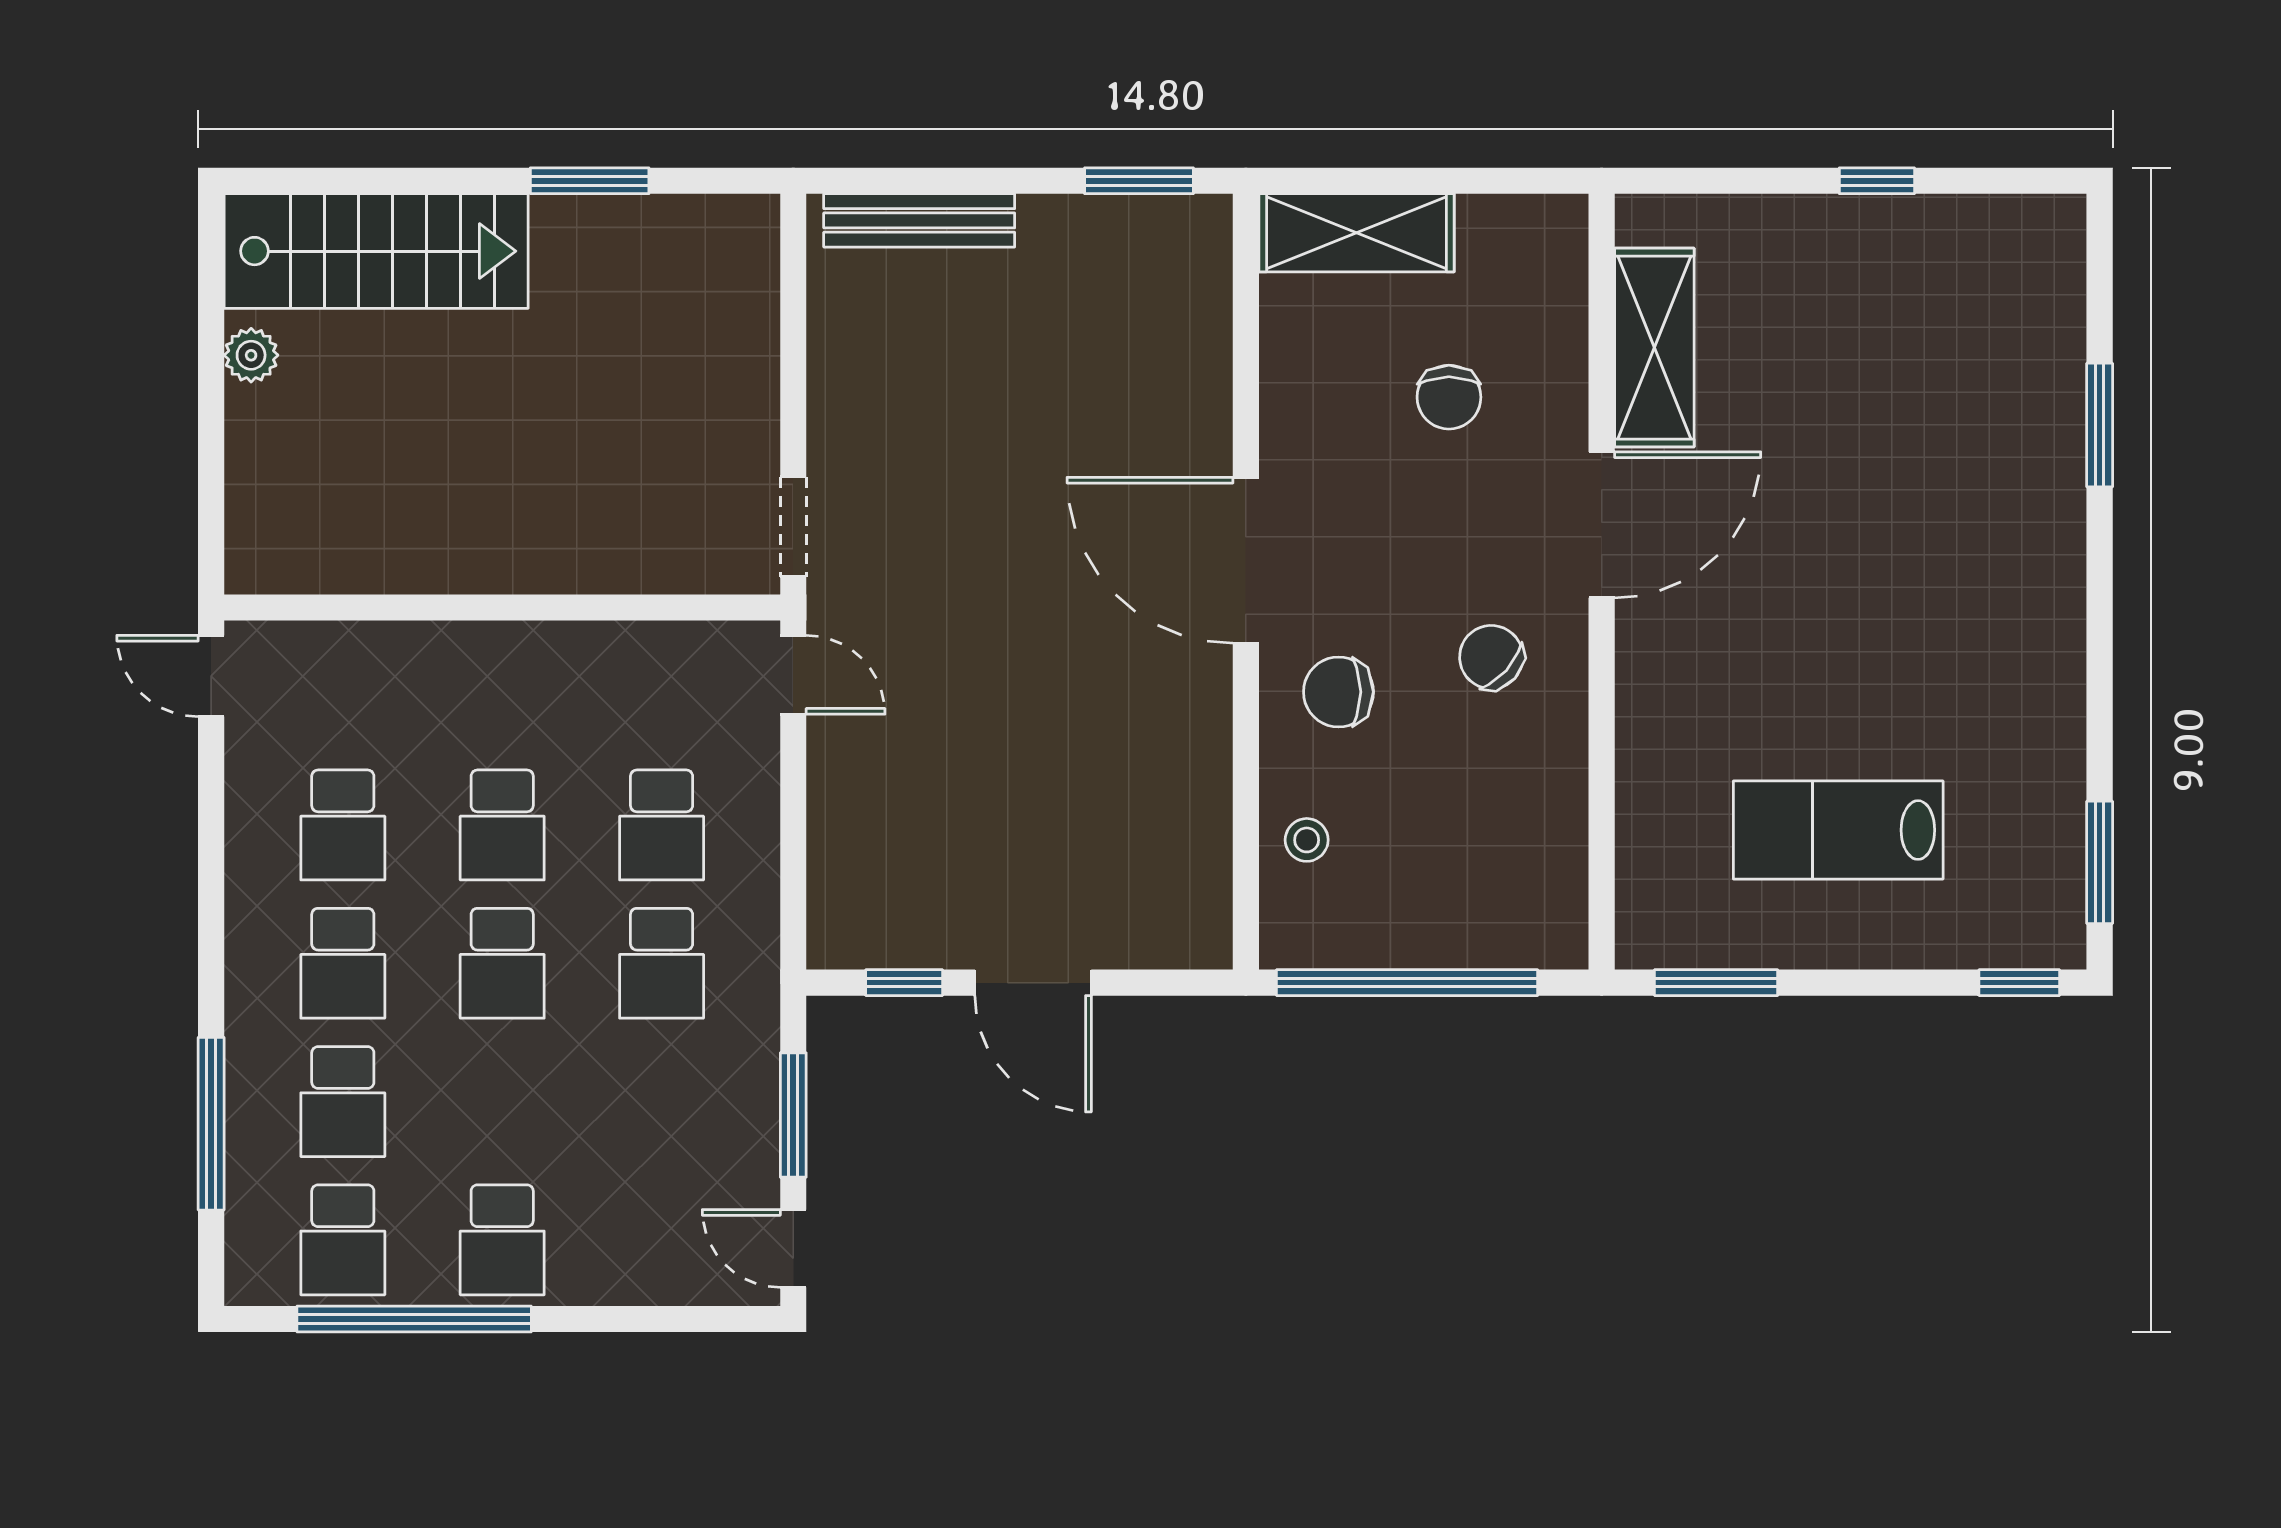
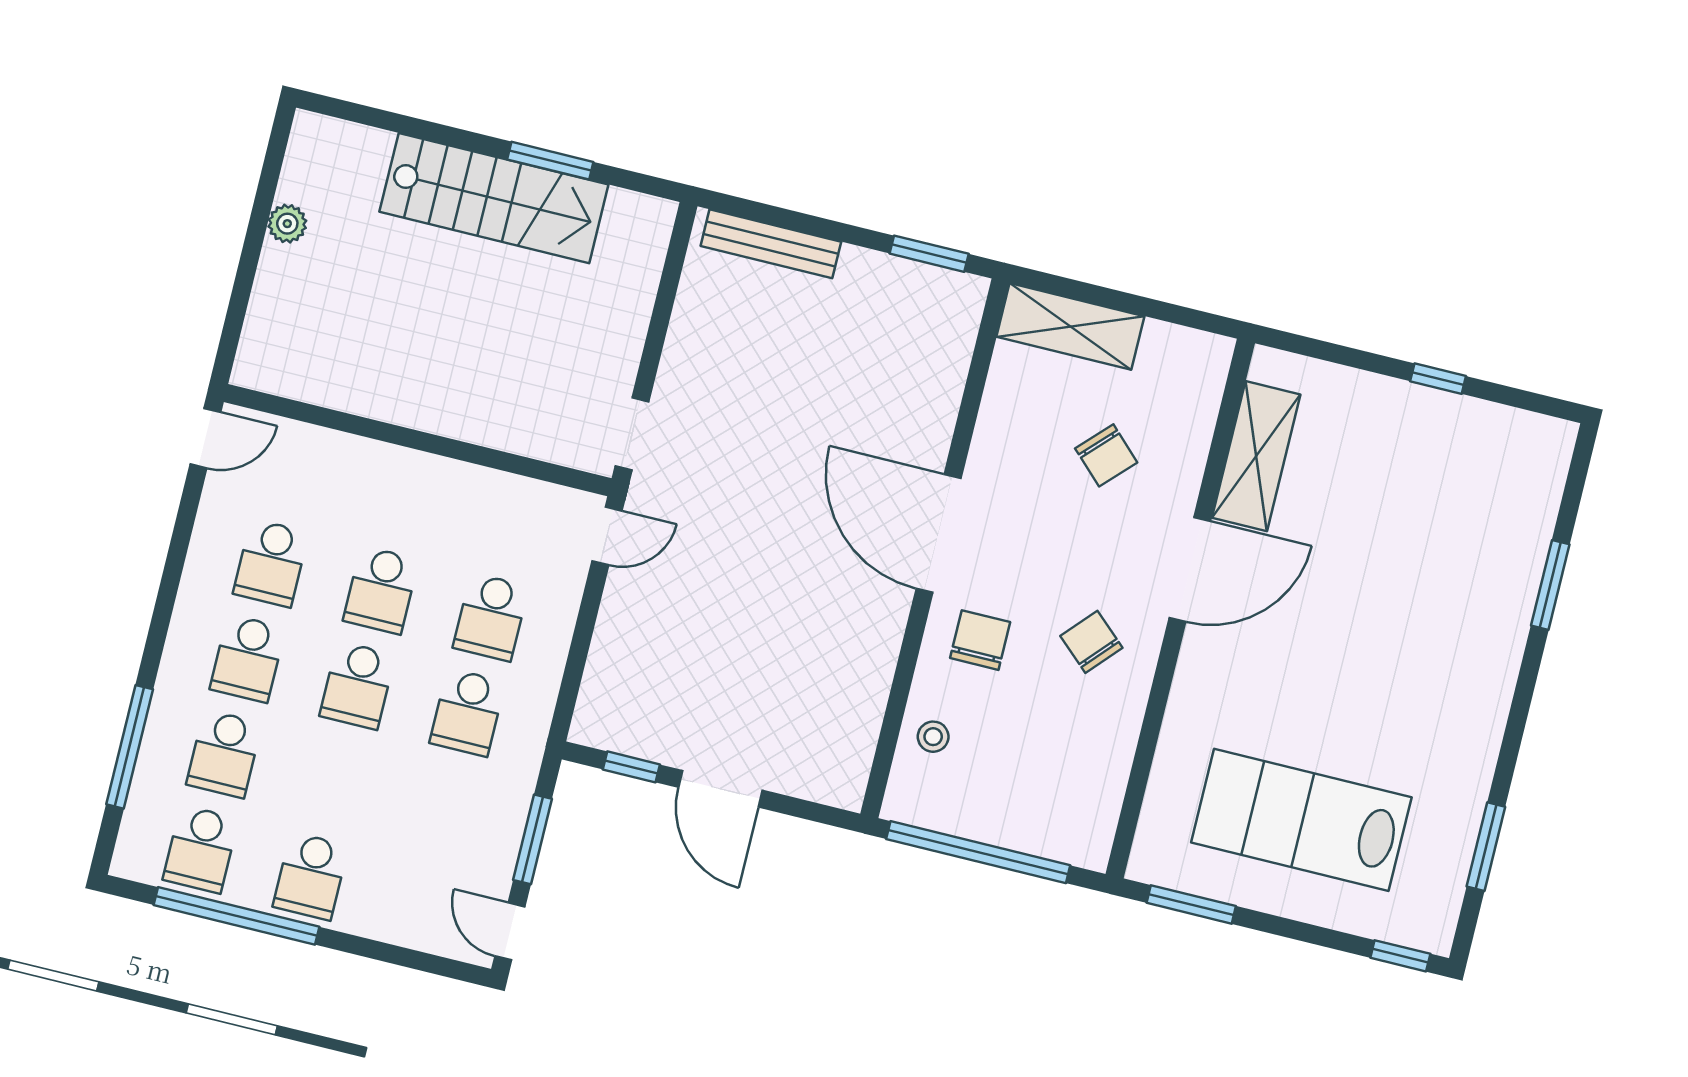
stairs: (376, 251) -> (494, 198), moved
chair: (1449, 397) -> (1106, 455), turned -46
door: (793, 675) -> (607, 536), hinge flipped
door: (211, 676) -> (205, 438), swing flipped
chair: (1338, 692) -> (980, 640), turned 90
lab bench: (1838, 830) -> (1301, 820), width x1.36, depth x1.39
window: (2100, 862) -> (1486, 847), moved

